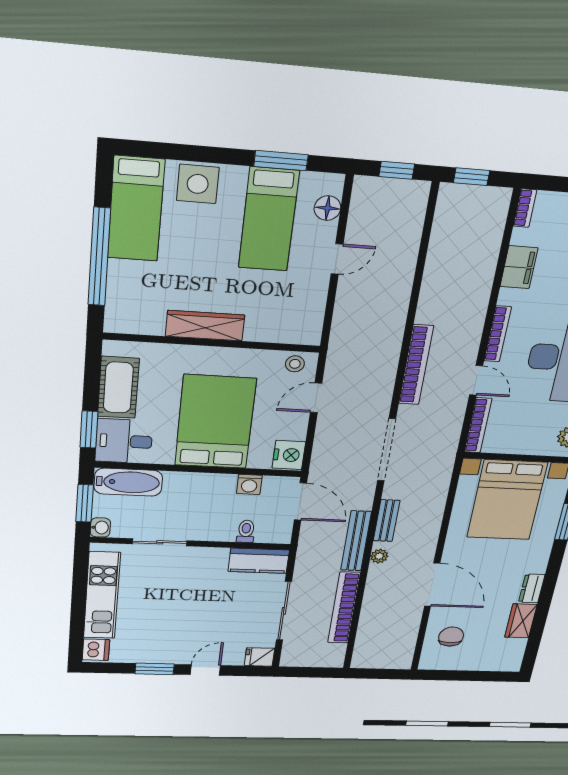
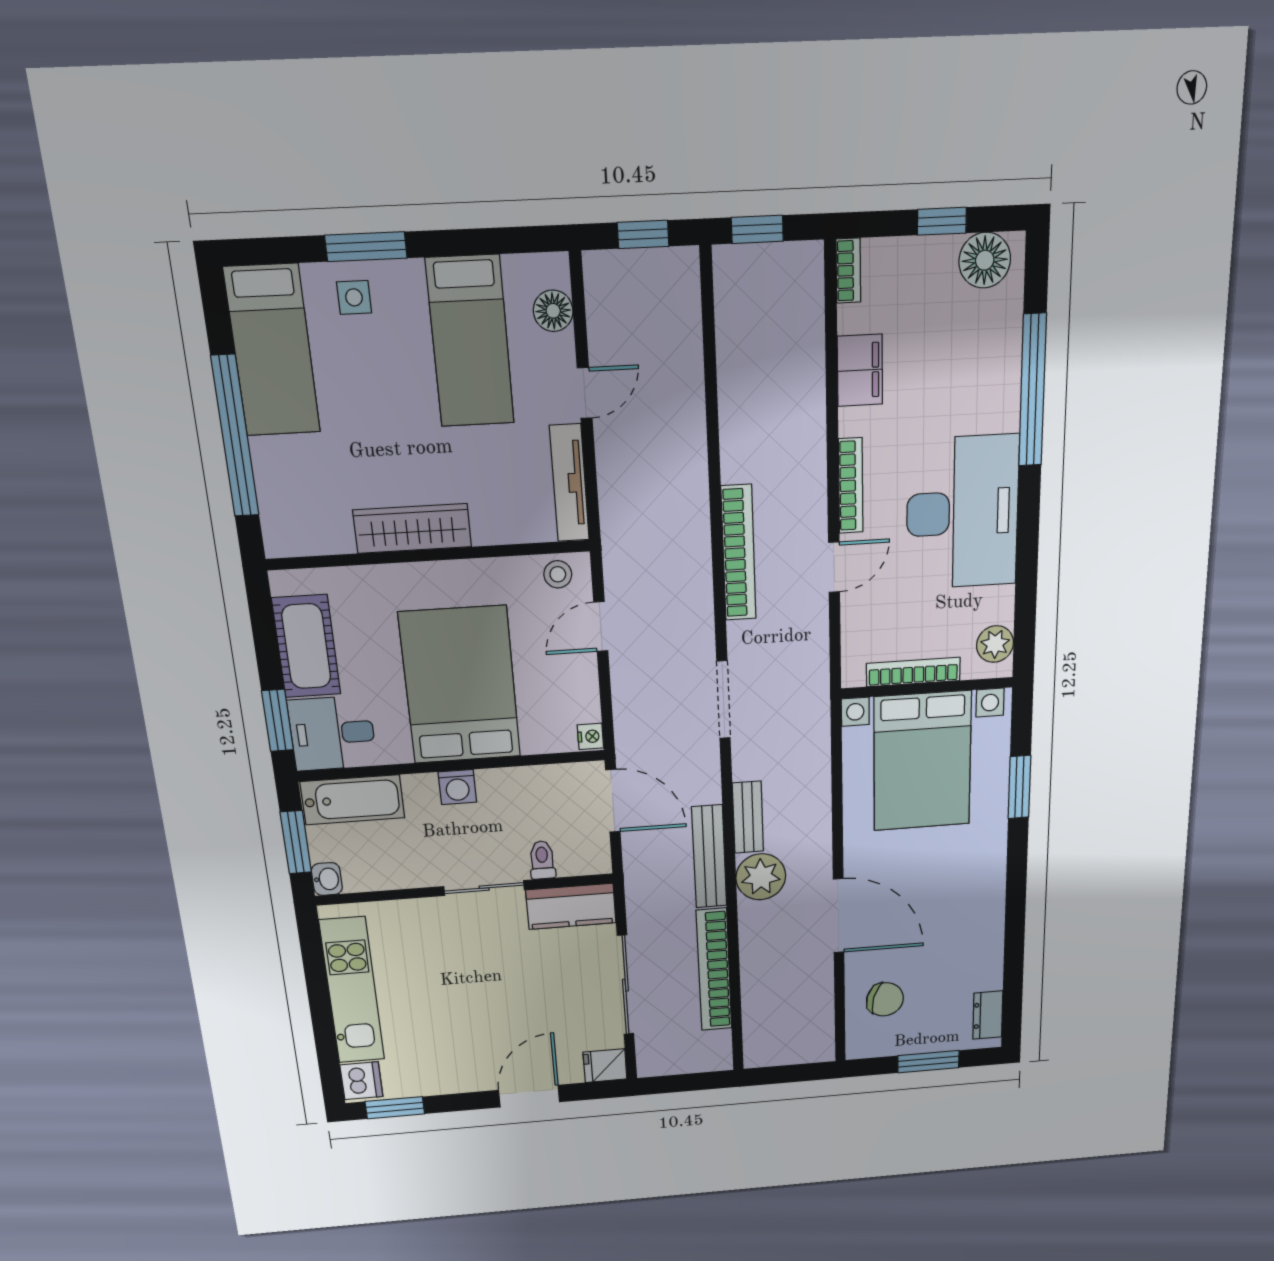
window: (281, 161) -> (366, 247), moved
side table: (198, 184) -> (354, 297), width x0.54, depth x0.54
tv unit: (315, 311) -> (569, 483), added
door: (476, 380) -> (834, 567), hinge flipped
bookcase: (478, 425) -> (913, 672), moved, turned -90
doorway: (386, 450) -> (724, 700), width x0.73
nightstand: (289, 455) -> (590, 736), width x0.53, depth x0.56
washing machine: (249, 484) -> (457, 787), moved
sliding door: (160, 542) -> (484, 888), moved
plant: (379, 556) -> (761, 877), width x1.88, depth x1.88
dresser: (532, 588) -> (988, 1015), moved
wardrobe: (521, 621) -> (986, 961), removed
chair: (451, 637) -> (885, 999), turned 106
window: (155, 669) -> (395, 1108), moved
door: (205, 670) -> (529, 1096), width x1.38
window: (471, 676) -> (928, 1062), added

